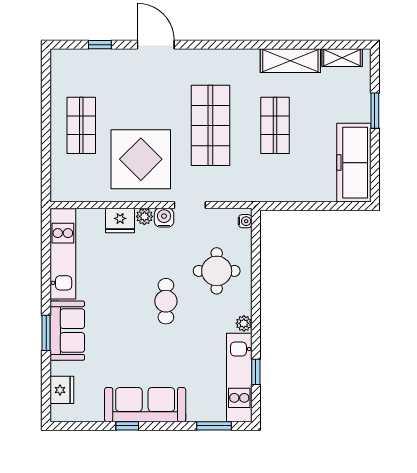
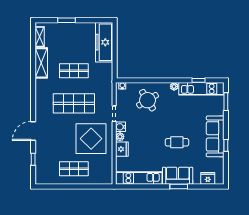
freezer: (354, 163) -> (104, 42), moved, turned 90
round table: (217, 271) -> (148, 100), turned -31
cafe table: (166, 301) -> (177, 142), moved

